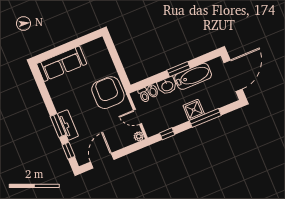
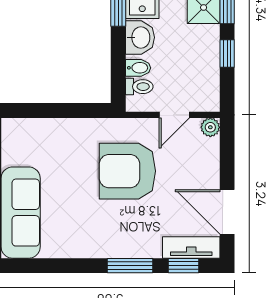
armchair: (108, 93) -> (127, 171), moved
tv unit: (68, 125) -> (191, 247), moved
window: (167, 134) -> (227, 54), moved

